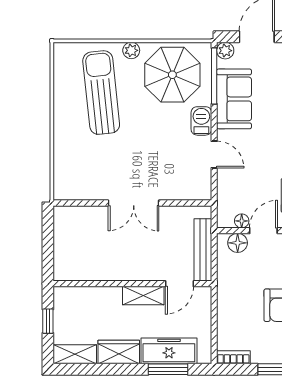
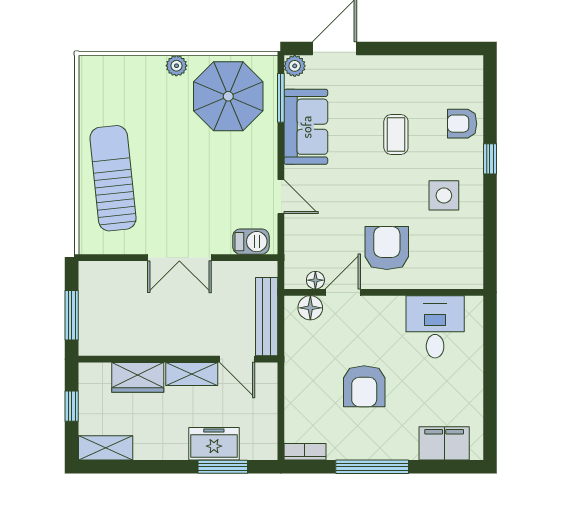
window: (214, 76) -> (281, 98), width x0.69
sun lounger: (101, 93) -> (113, 178), moved
barbecue: (201, 121) -> (251, 242), moved, turned 90
window: (48, 249) -> (72, 315), added
door: (179, 284) -> (237, 359), hinge flipped
freezer: (169, 351) -> (214, 444), width x0.71
wardrobe: (119, 352) -> (138, 377), moved, turned 180

